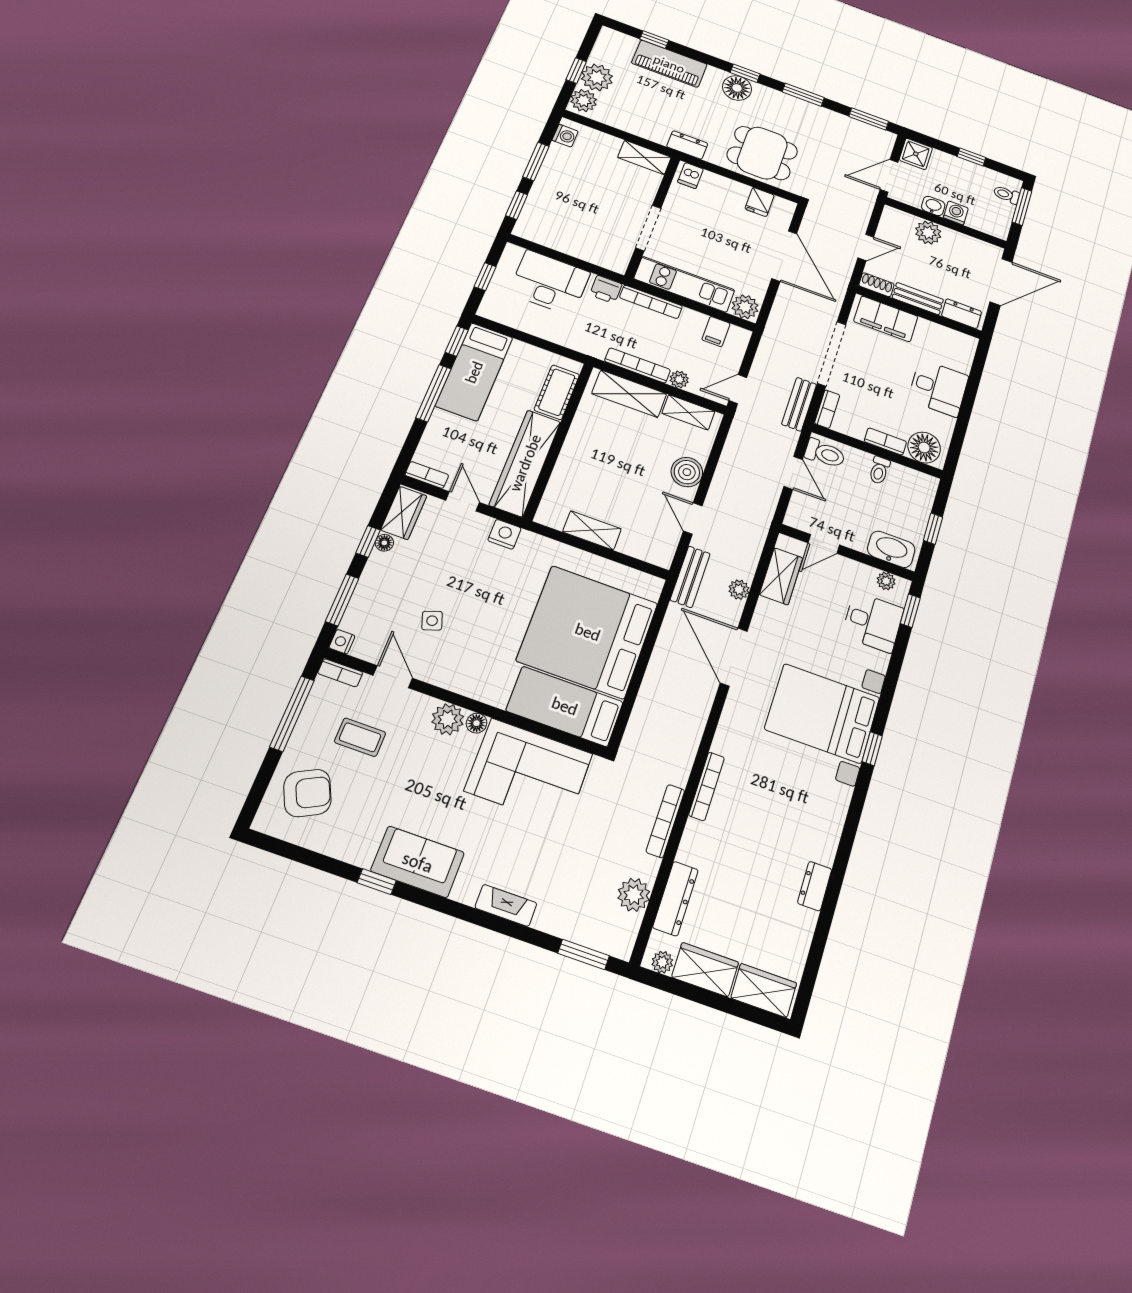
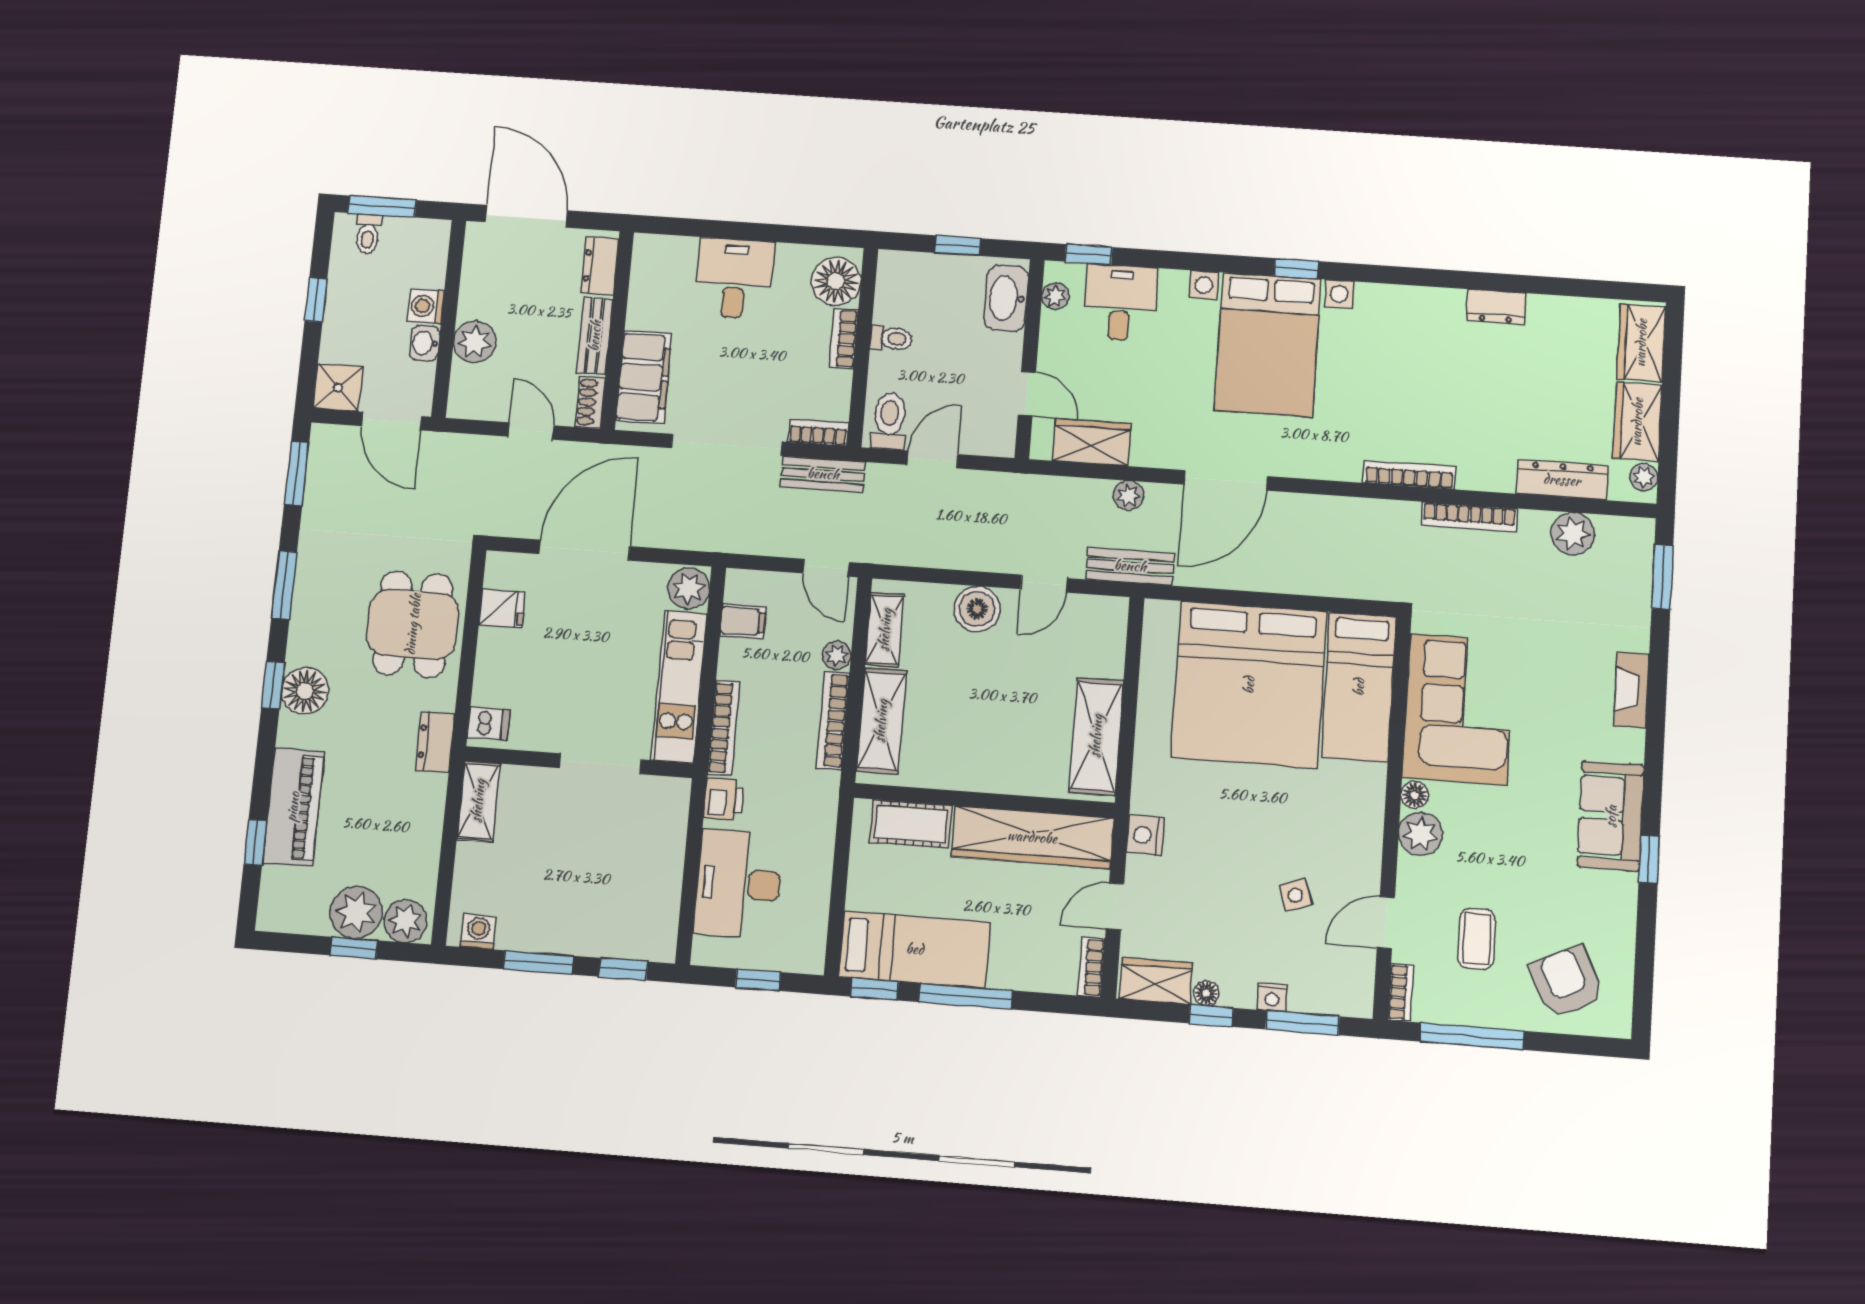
shelving: (592, 530) -> (1096, 736), width x1.50, depth x1.33
nightstand: (342, 642) -> (1272, 997), moved

